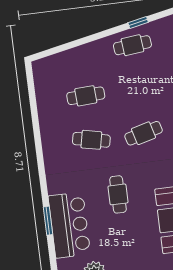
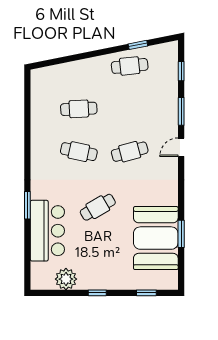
cafe table: (118, 194) -> (98, 207), turned 60
window: (48, 221) -> (27, 205), moved

